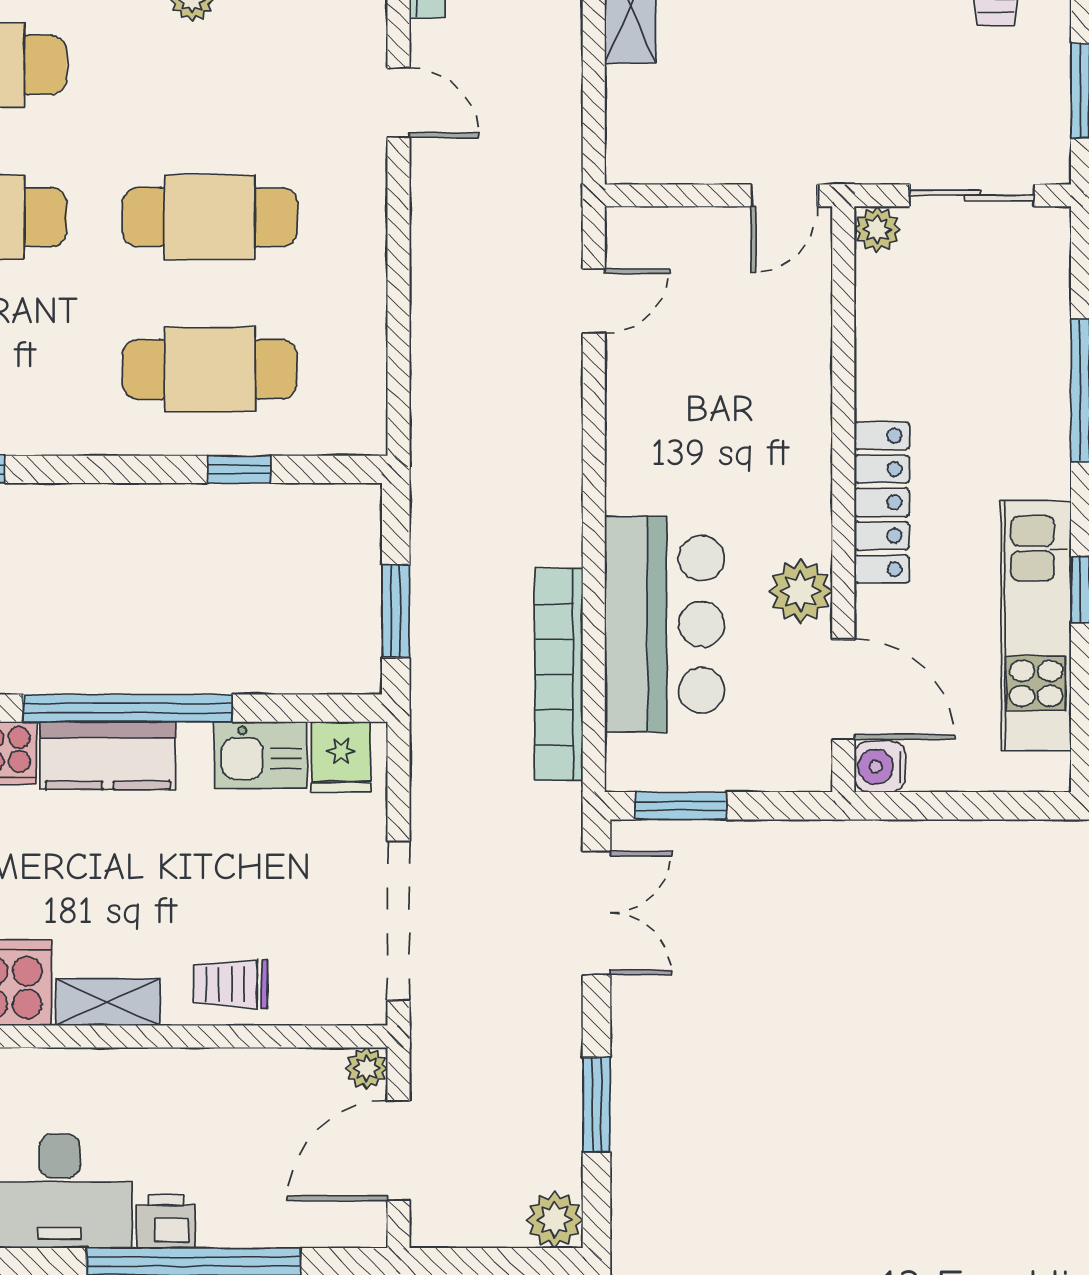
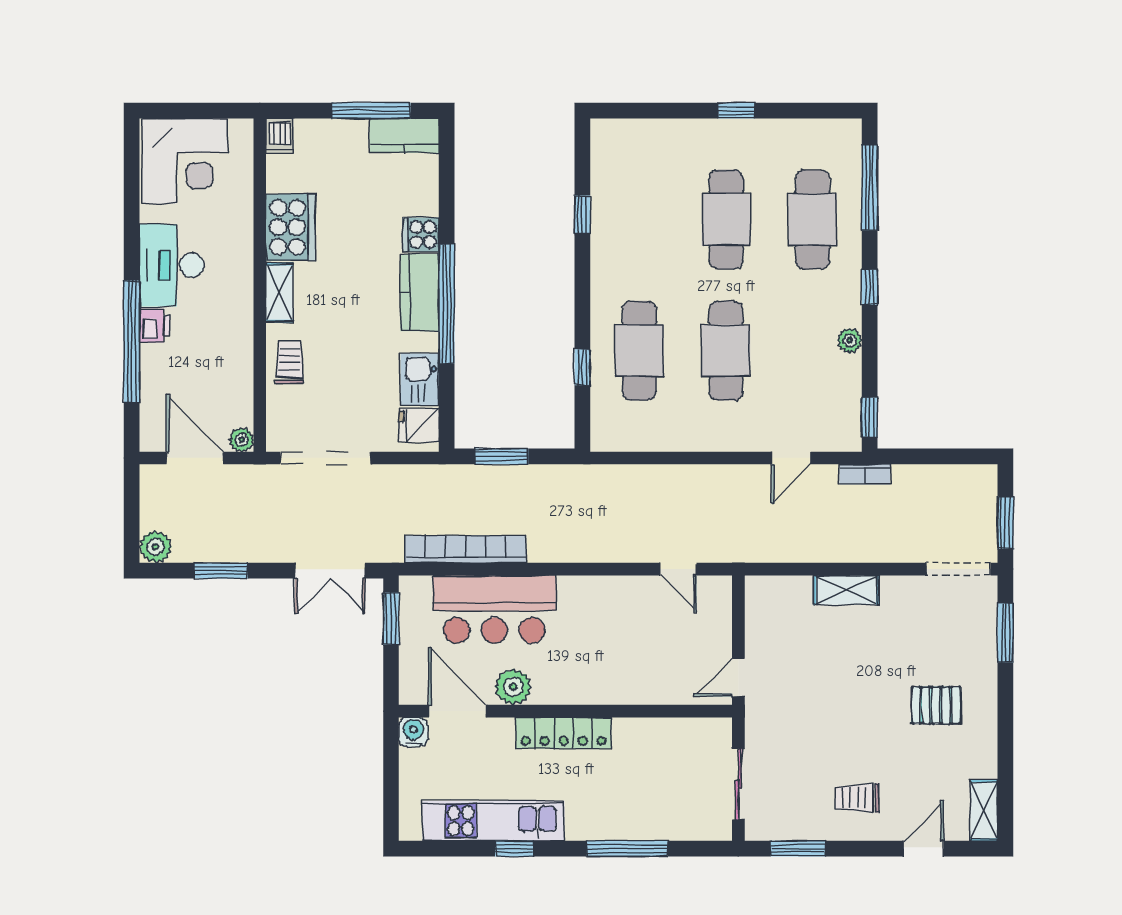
door: (784, 195) -> (738, 678), hinge flipped
plant: (877, 229) -> (719, 730), removed
door: (843, 689) -> (457, 711), swing flipped

